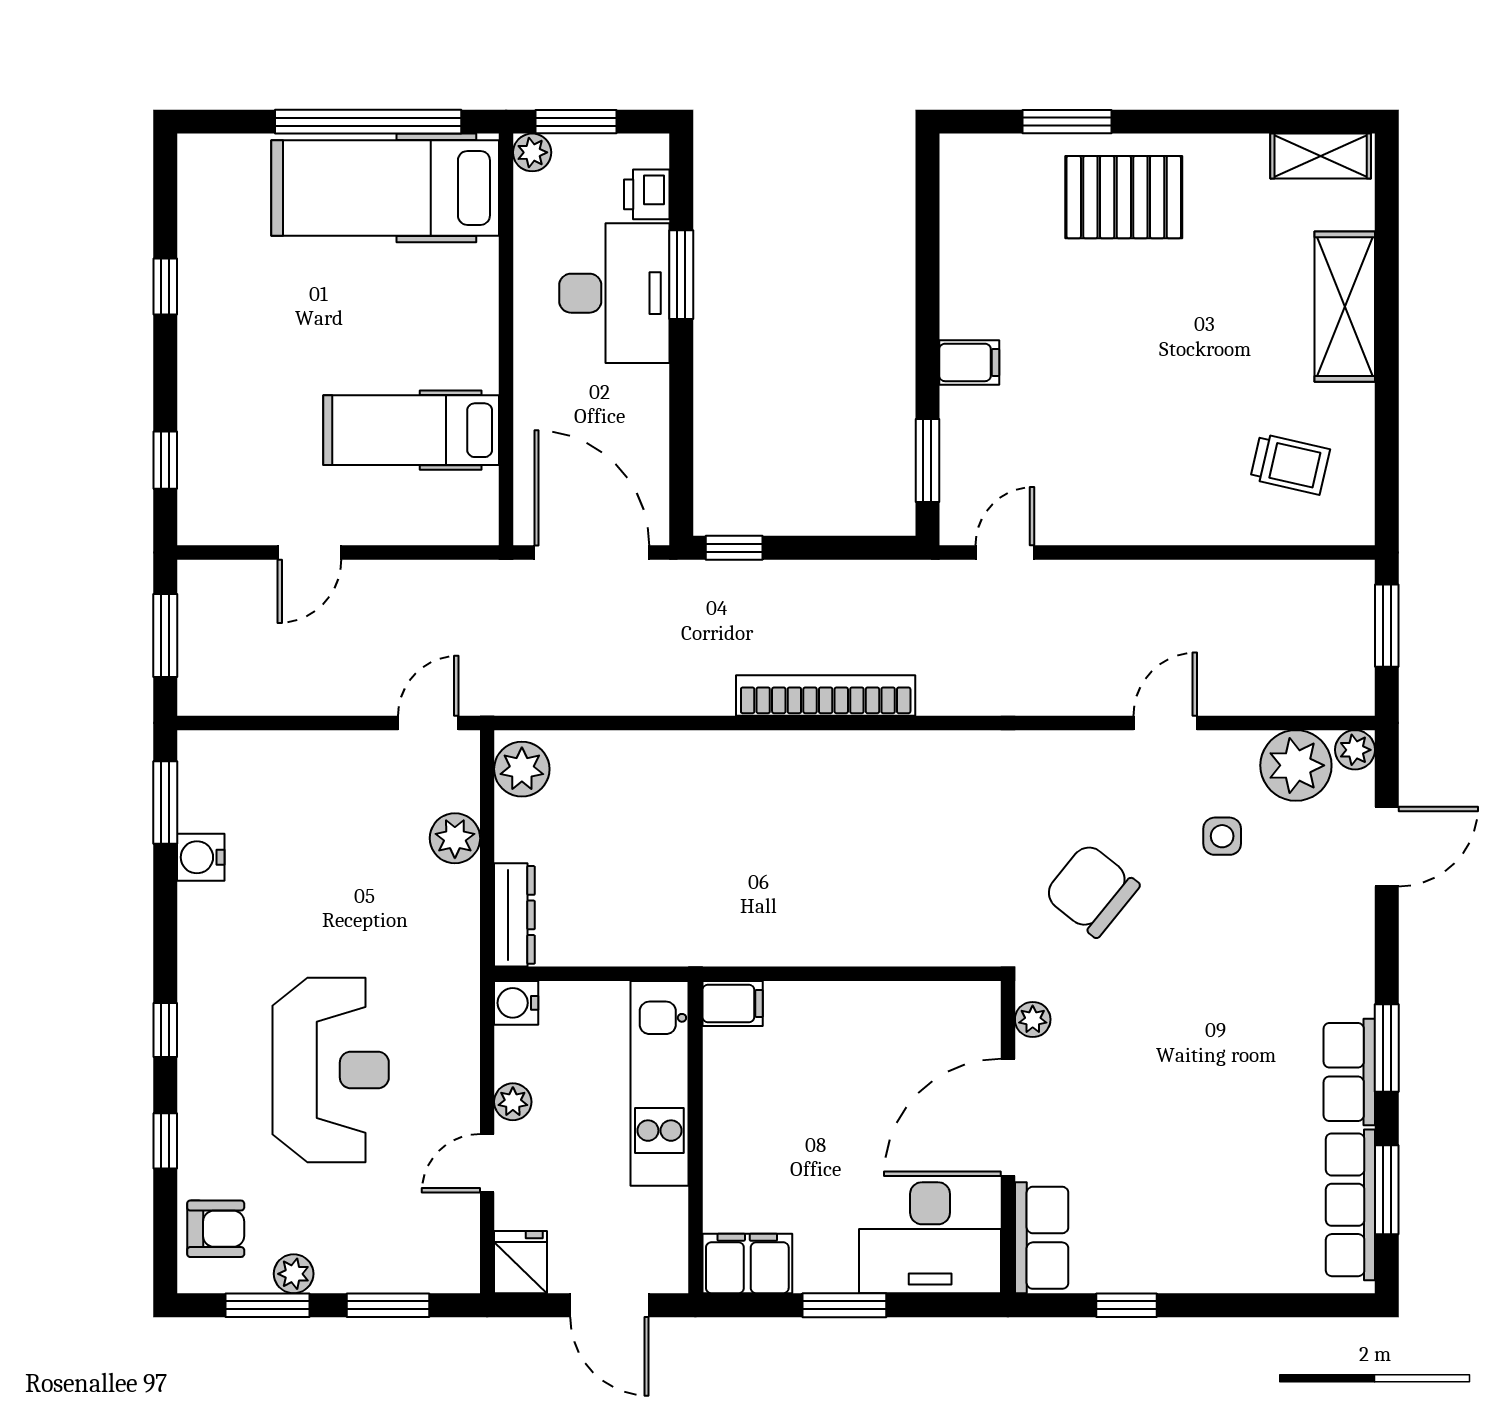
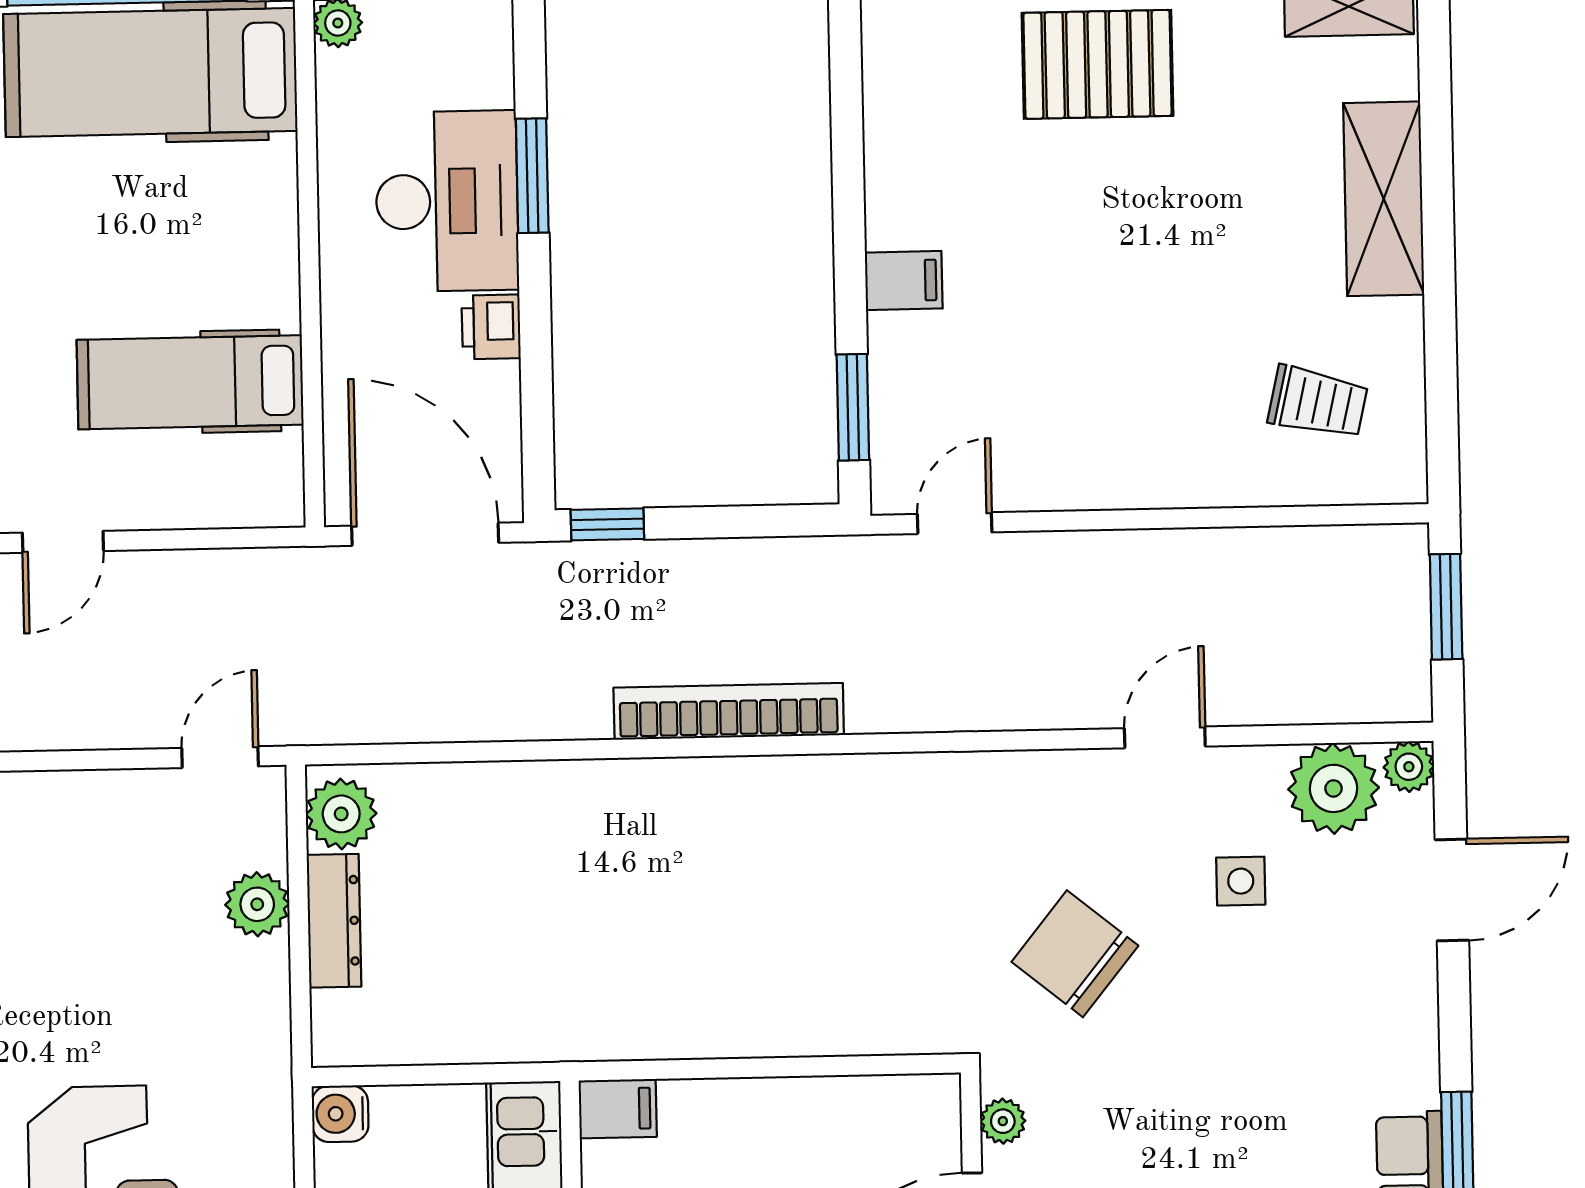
printer: (647, 194) -> (491, 327), moved
dresser: (514, 915) -> (334, 921), moved

